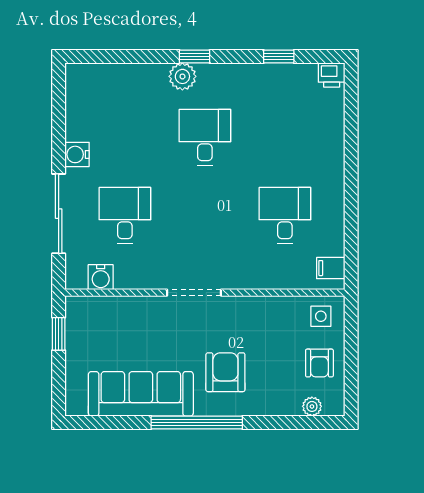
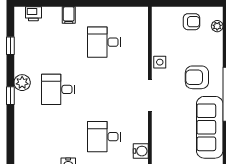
printer: (332, 75) -> (33, 14), moved, turned 90
plant: (182, 76) -> (22, 83), moved
filing cabinet: (331, 268) -> (69, 15), moved
side table: (321, 316) -> (160, 62), moved

